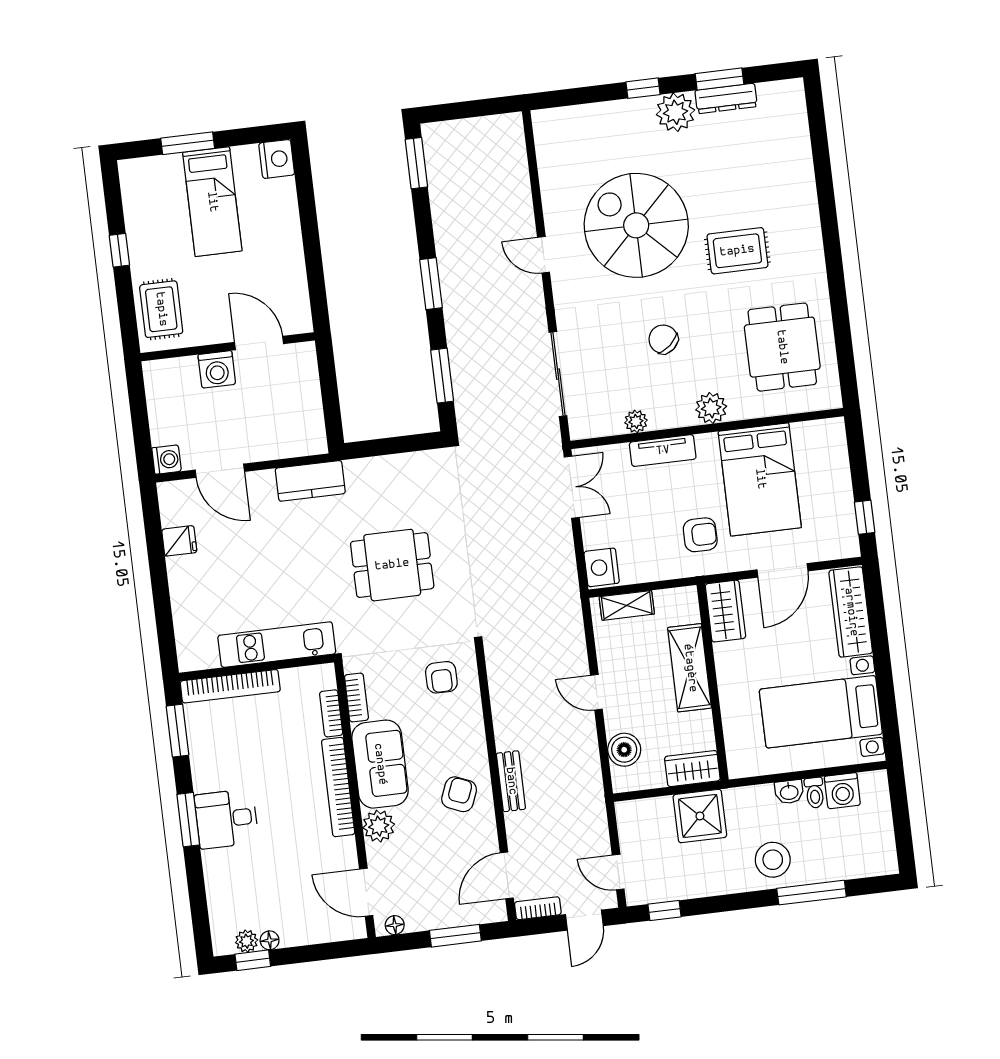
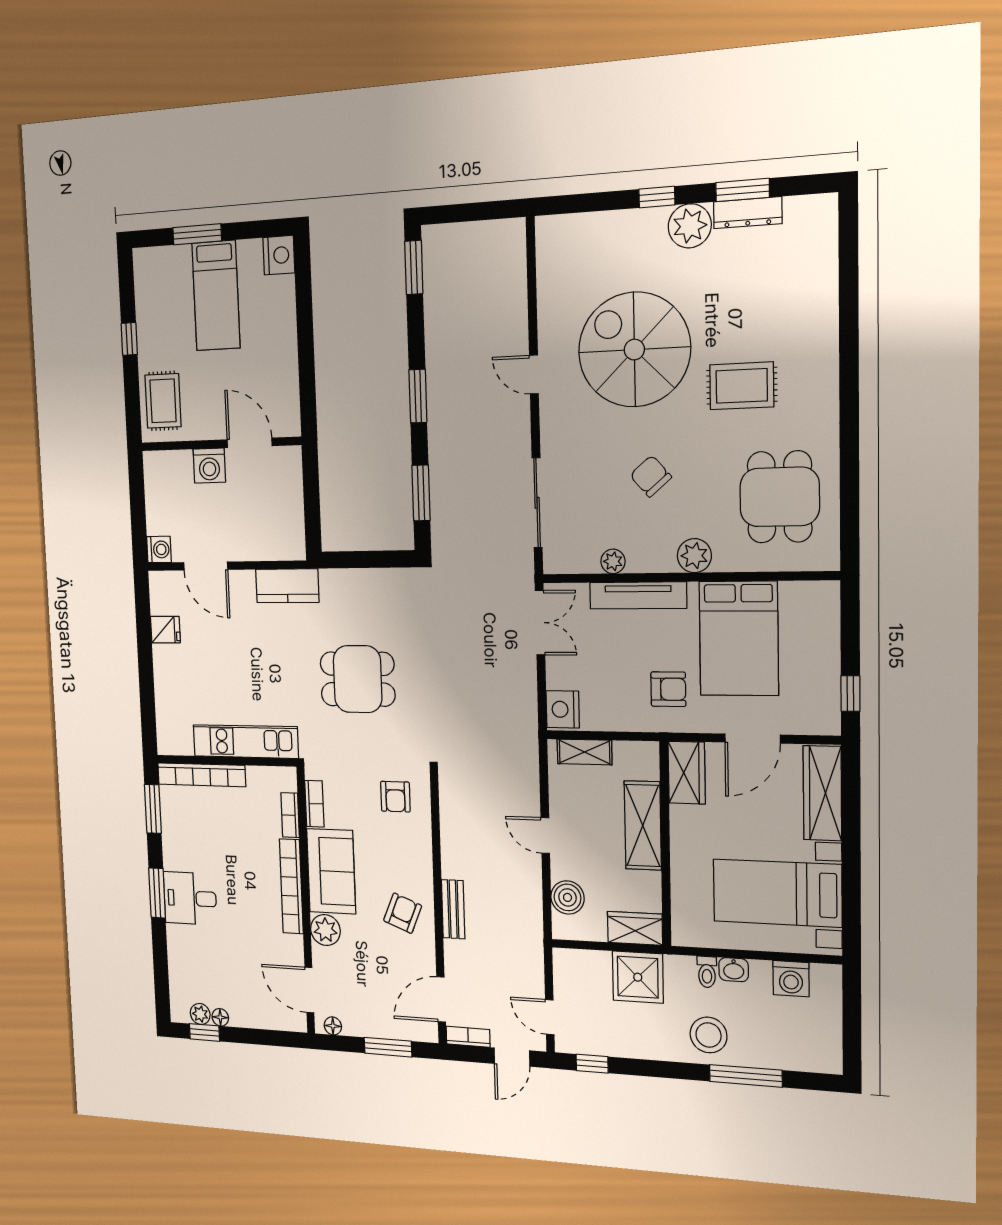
tv unit: (663, 451) -> (638, 595), width x1.41
toilet: (815, 793) -> (707, 972), moved

